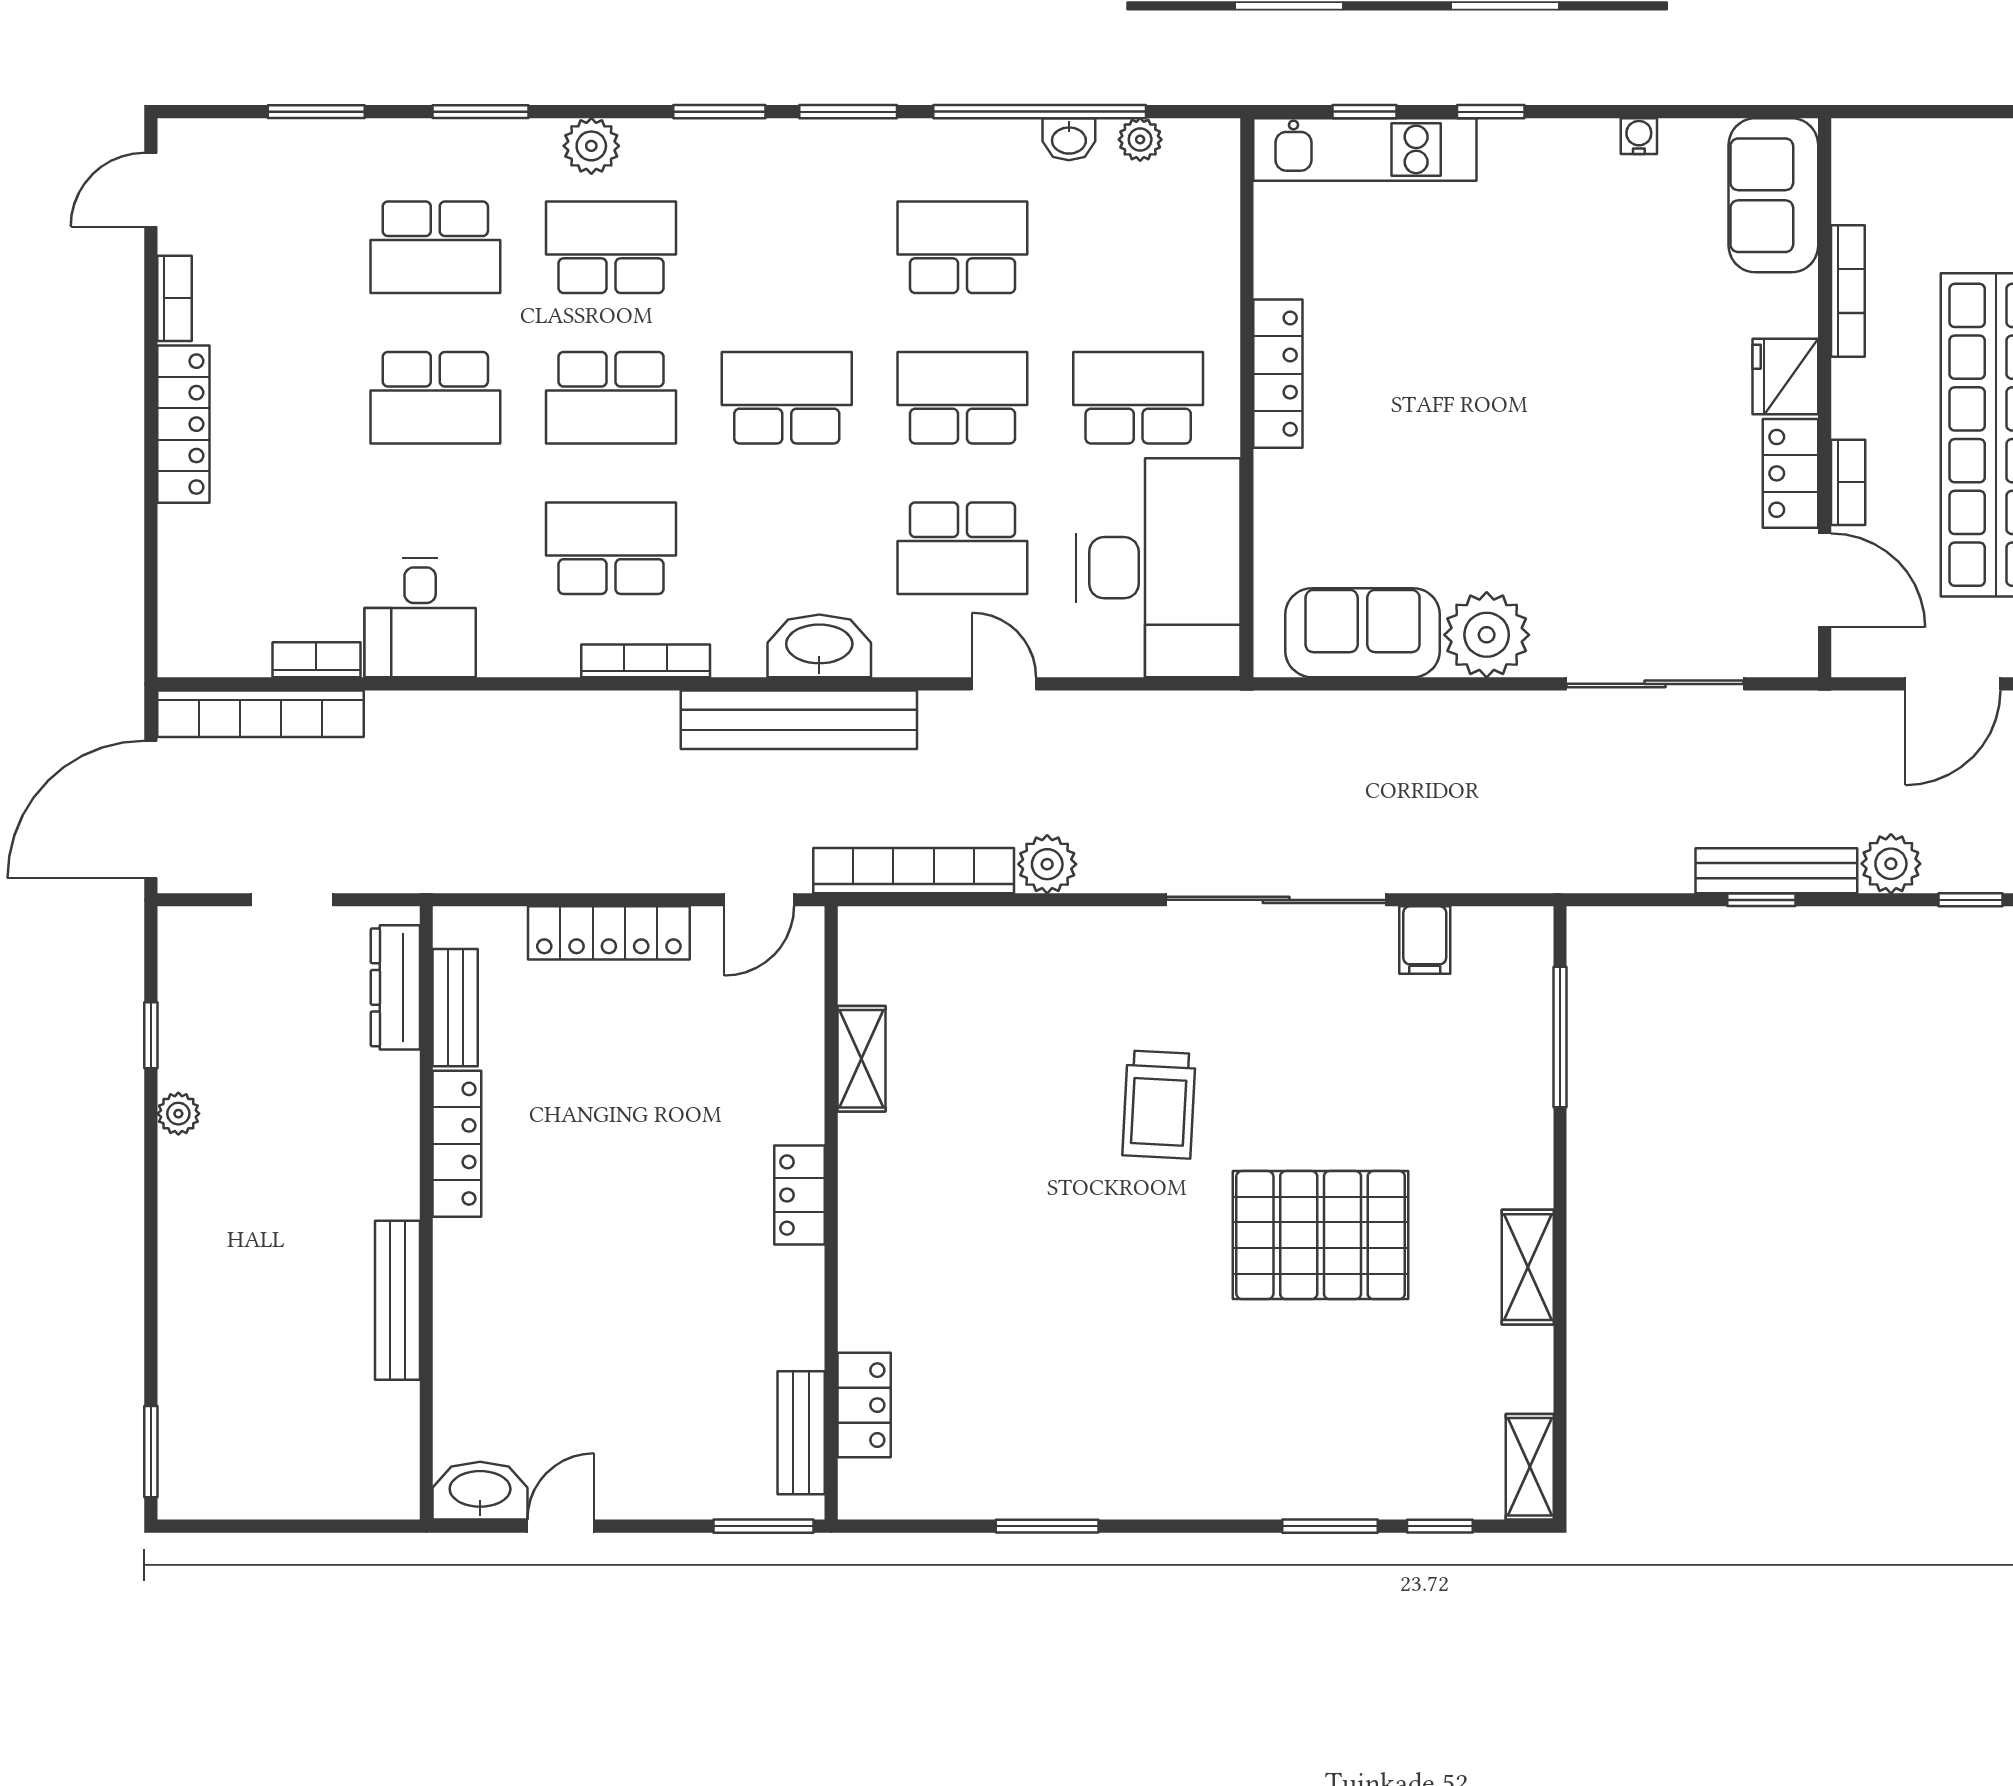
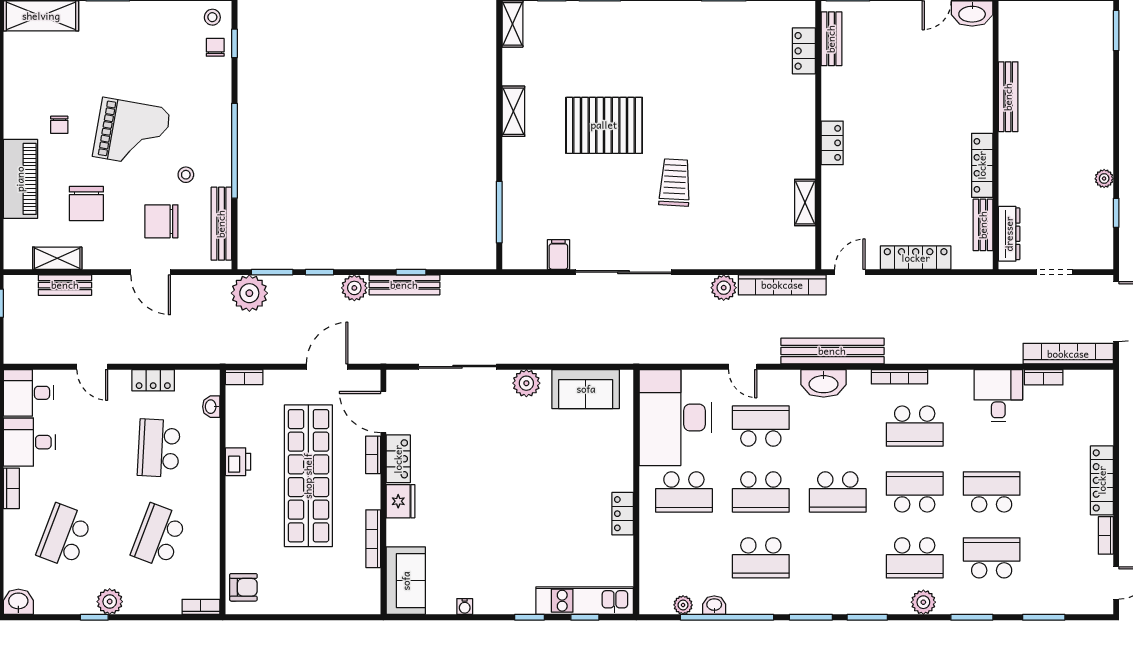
locker: (1278, 374) -> (623, 514), width x0.66
plant: (1487, 635) -> (526, 383), width x0.73, depth x0.73

